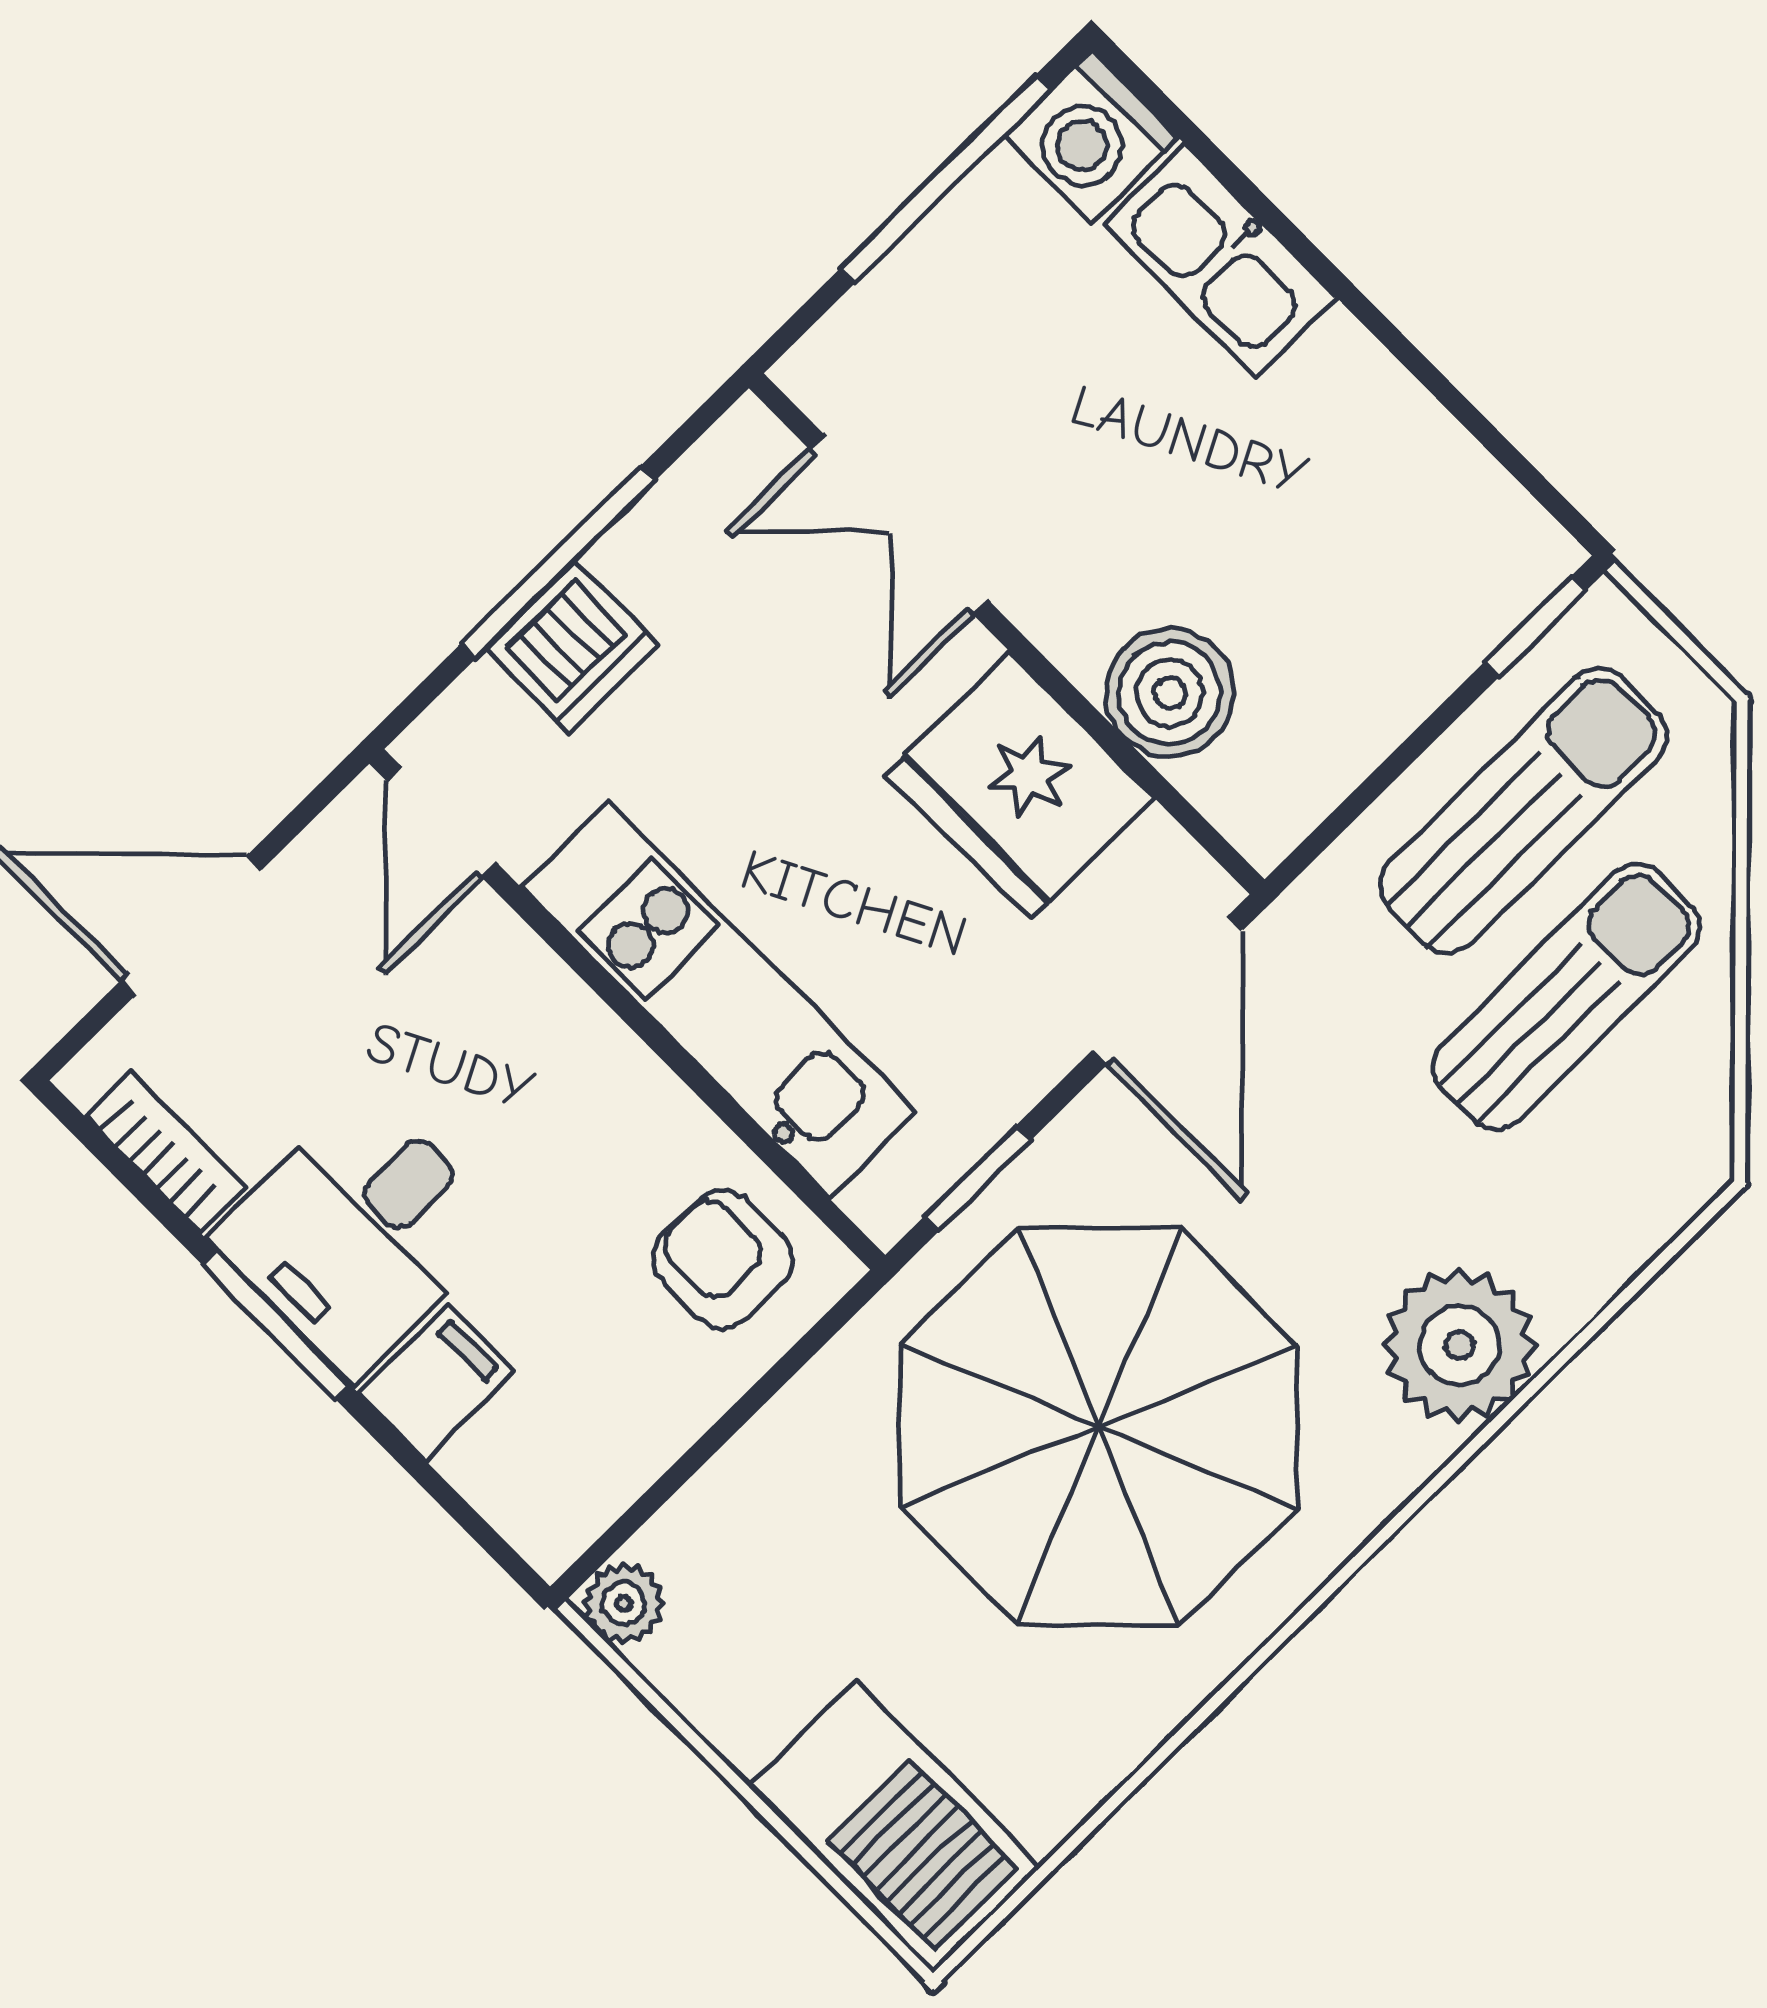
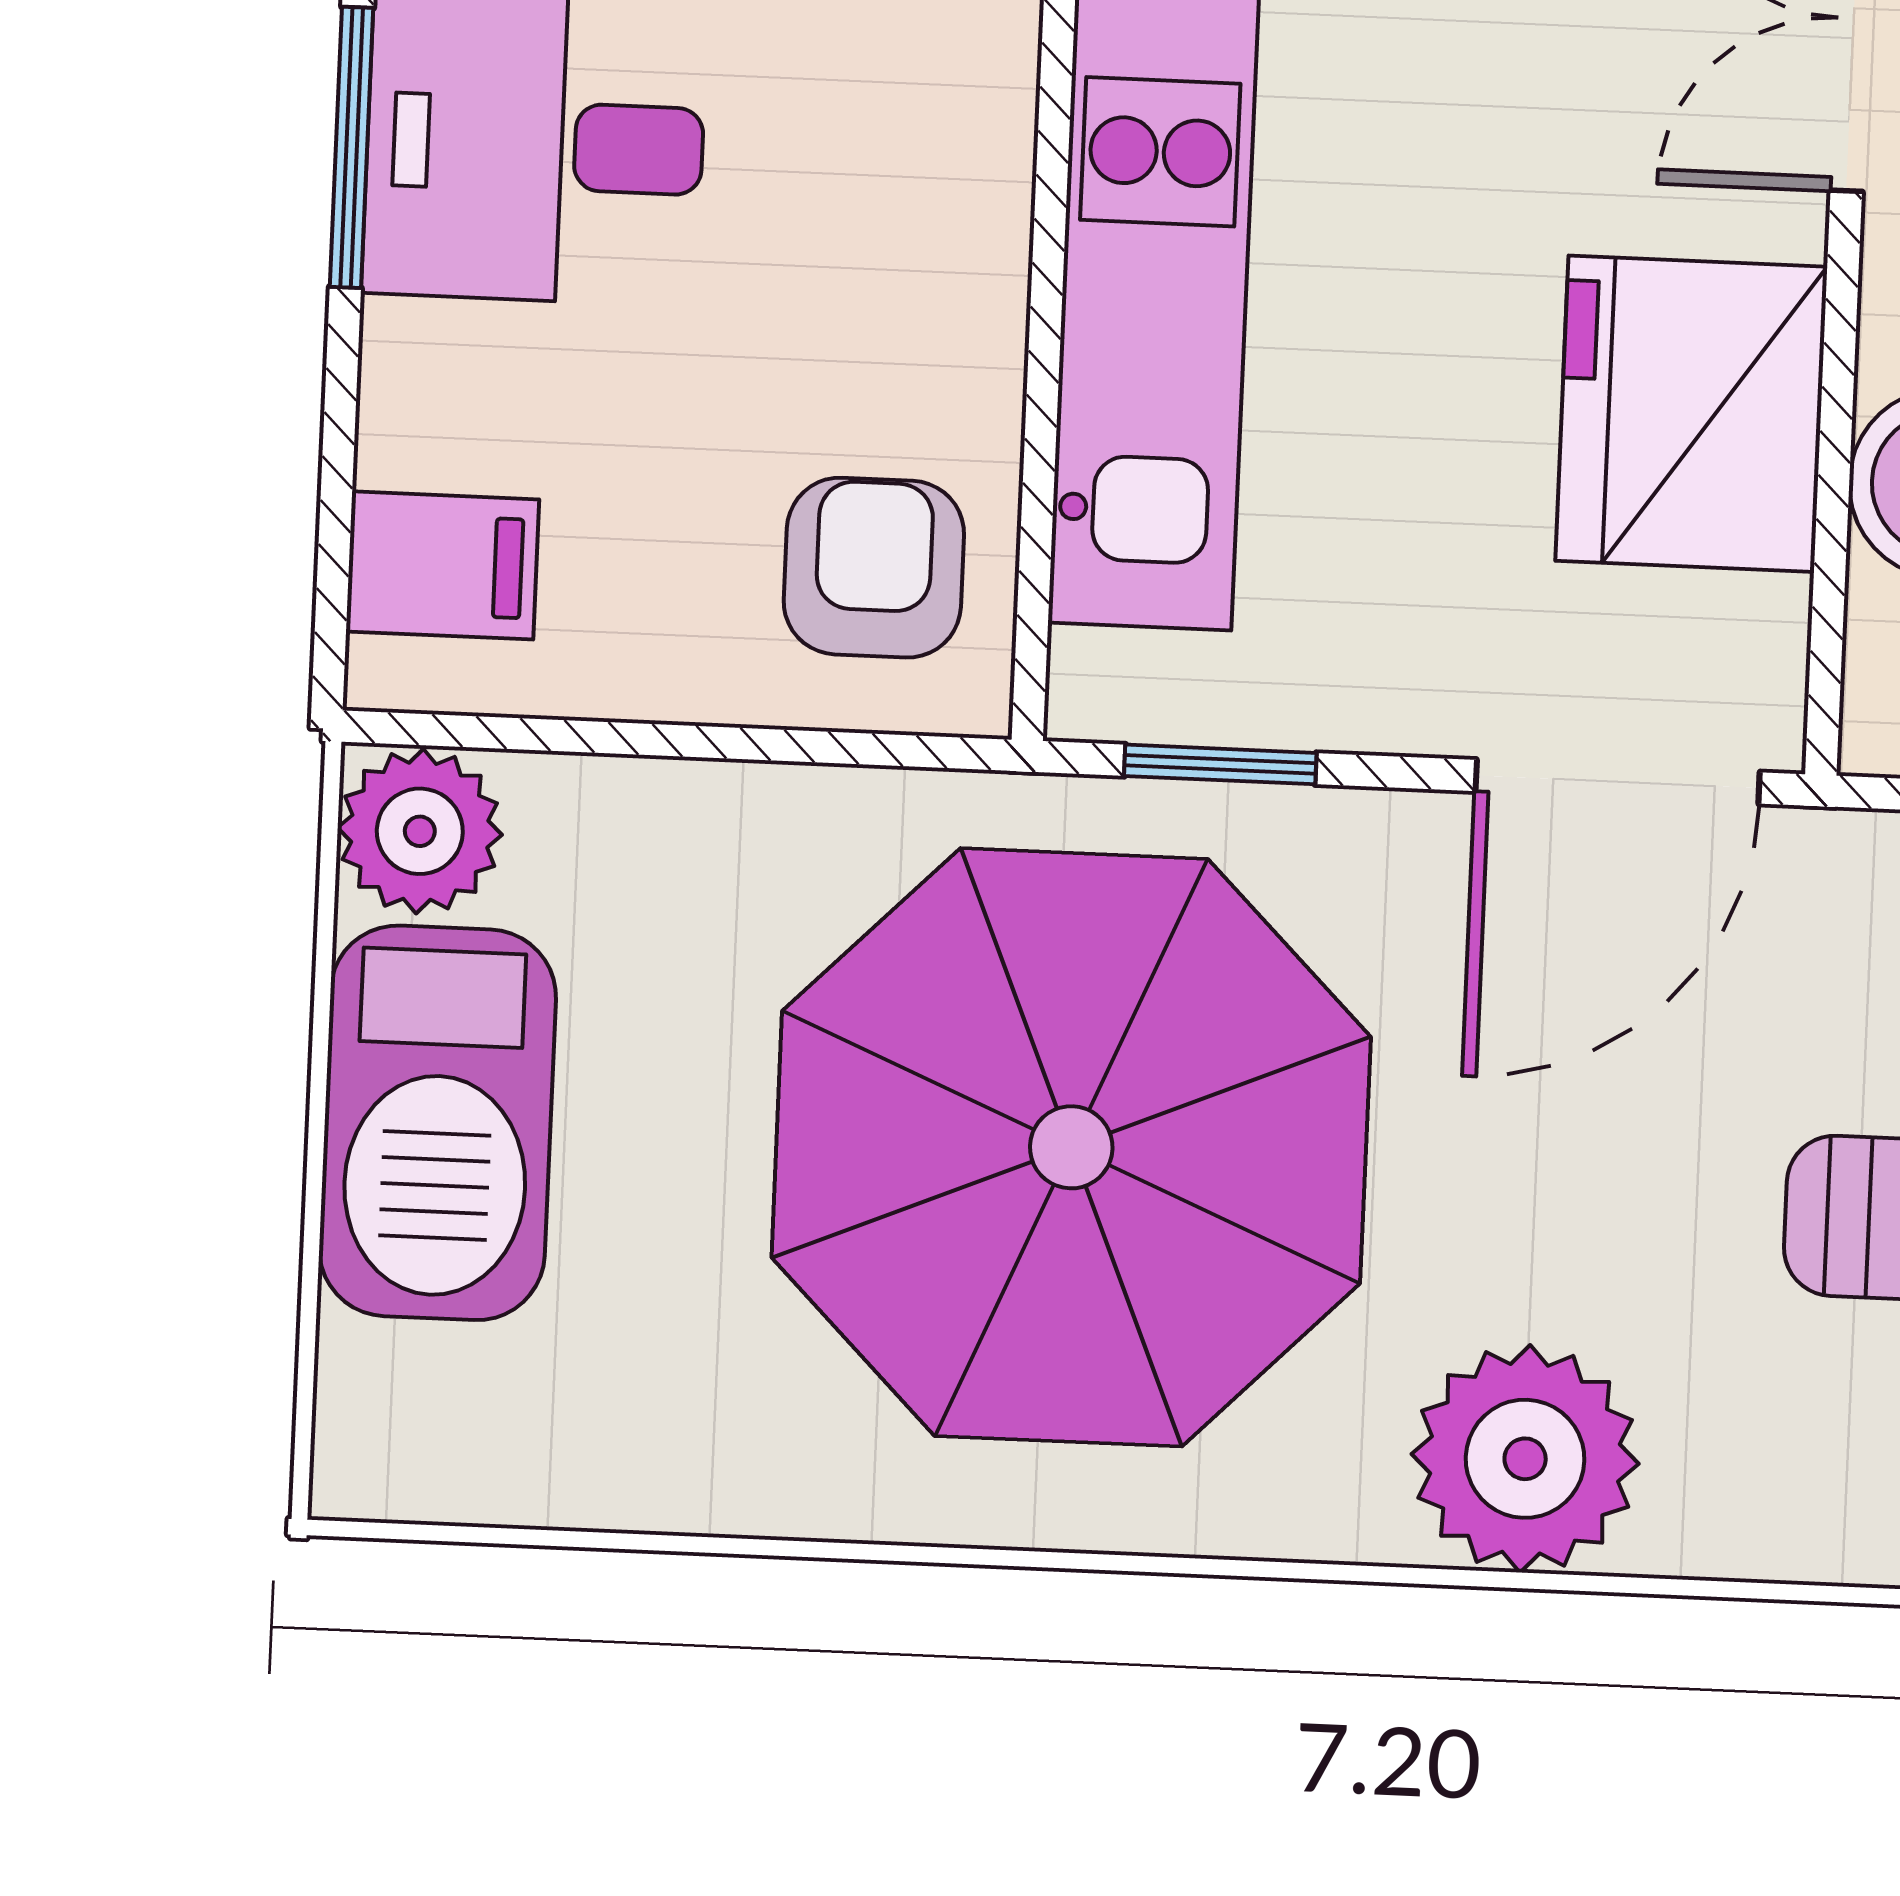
filing cabinet: (436, 1382) -> (443, 565), moved
plant: (624, 1603) -> (420, 831), width x1.38, depth x1.38
barbecue: (895, 1827) -> (437, 1123), moved

